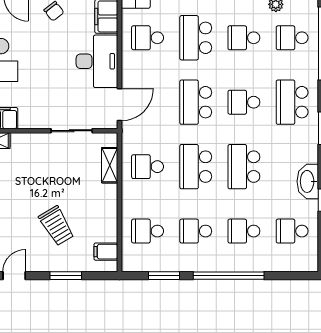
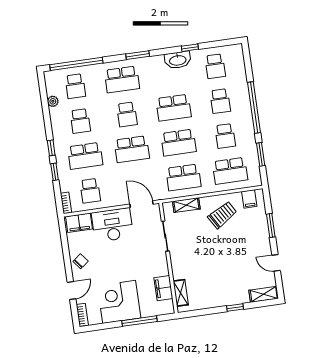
school desk: (148, 167) -> (183, 177), width x1.85
trolley: (57, 226) -> (222, 215), moved
school desk: (148, 231) -> (230, 171), width x1.85

